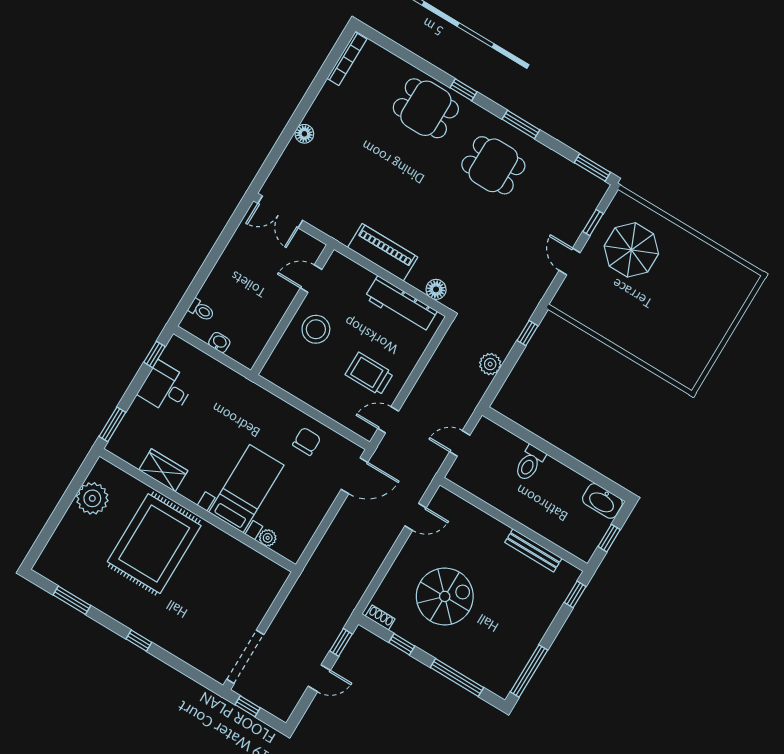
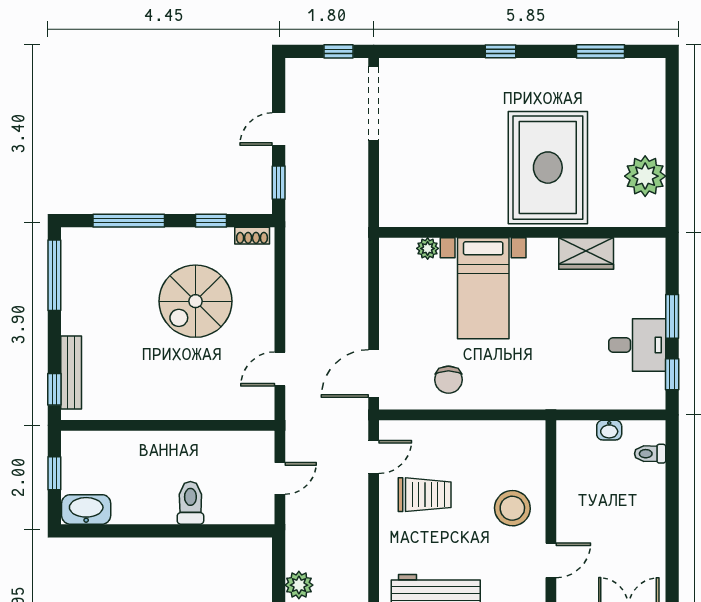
window: (112, 424) -> (672, 316), moved
bench: (533, 550) -> (71, 373), moved, turned 90

